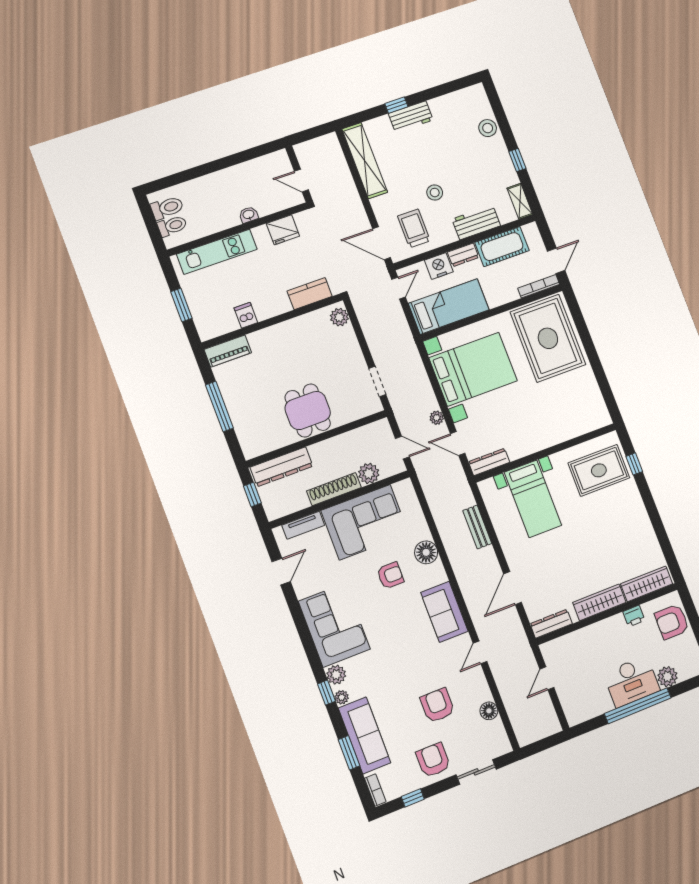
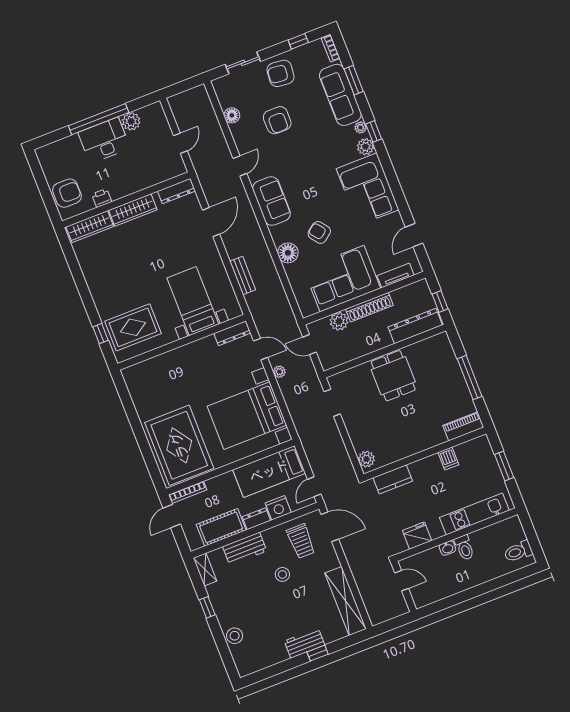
toilet: (172, 226) -> (464, 548), moved, turned -90
armchair: (390, 575) -> (319, 232), turned 53
plant: (667, 677) -> (131, 121), moved
armchair: (433, 760) -> (281, 73), turned 96

